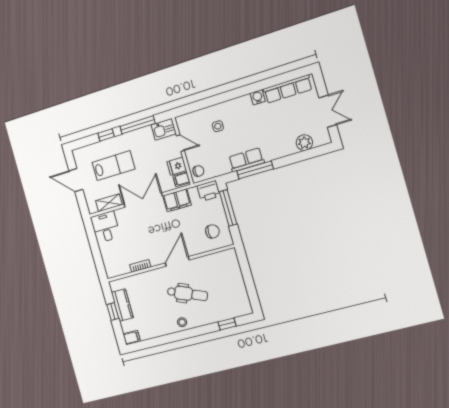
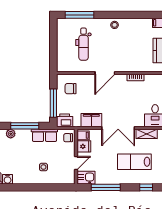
window: (106, 135) -> (146, 187), moved
door: (180, 143) -> (76, 163), swing flipped
plant: (270, 155) -> (11, 134), added
row of seats: (246, 160) -> (44, 135), moved
dental chair: (187, 294) -> (84, 44), moved, turned -112
window: (227, 324) -> (80, 15), width x2.17

